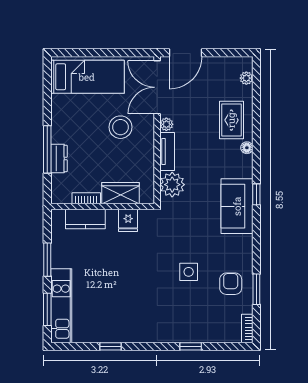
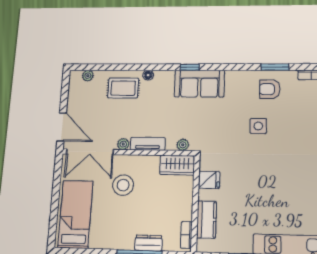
plant: (172, 185) -> (183, 145), width x0.53, depth x0.53
wardrobe: (120, 193) -> (177, 165), moved, turned -90
bookcase: (86, 198) -> (186, 235), moved

